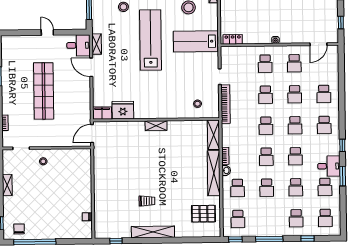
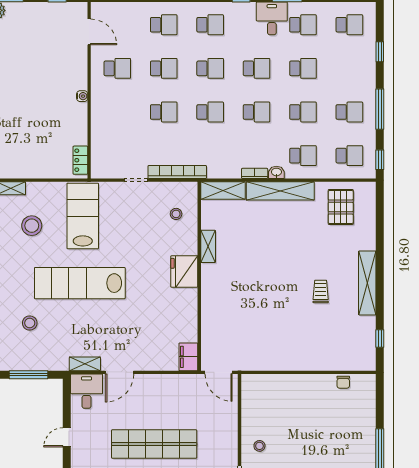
lab bench: (195, 41) -> (83, 216), turned 180
school desk: (265, 64) -> (117, 112), removed
fridge: (123, 110) -> (184, 272), moved
shelving: (156, 126) -> (208, 246), moved
school desk: (296, 218) -> (349, 112), moved

